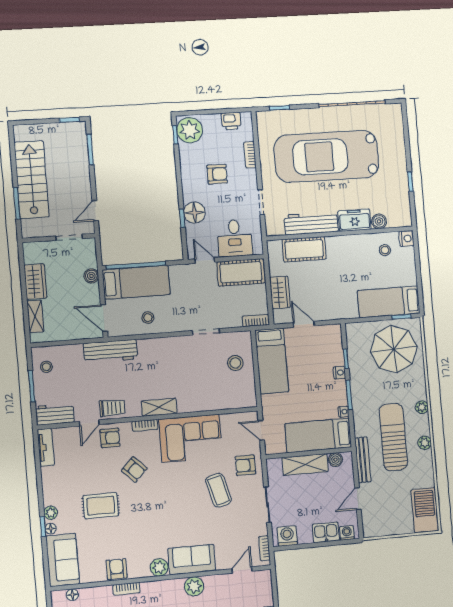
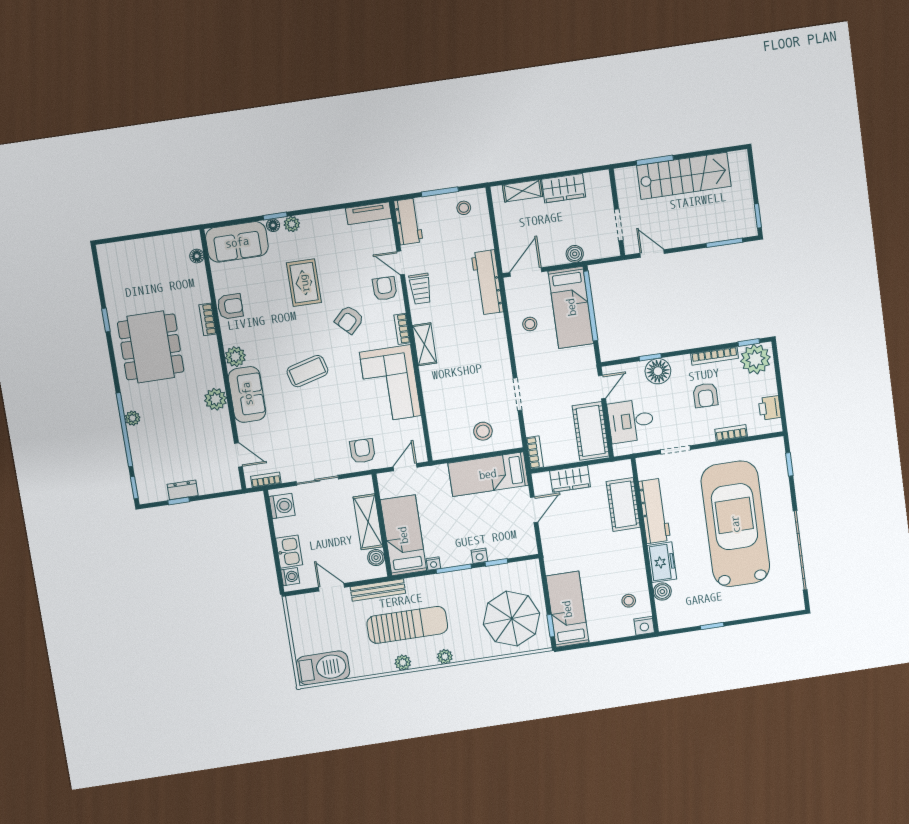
bookcase: (185, 164) -> (715, 356), added
armchair: (110, 438) -> (385, 288), turned 180
coffee table: (218, 490) -> (307, 371), moved

